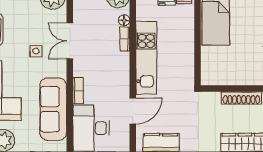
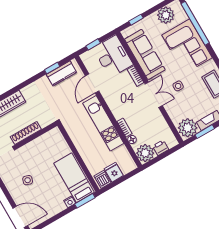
double door: (70, 41) -> (154, 95), moved

